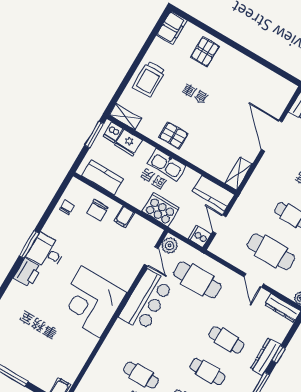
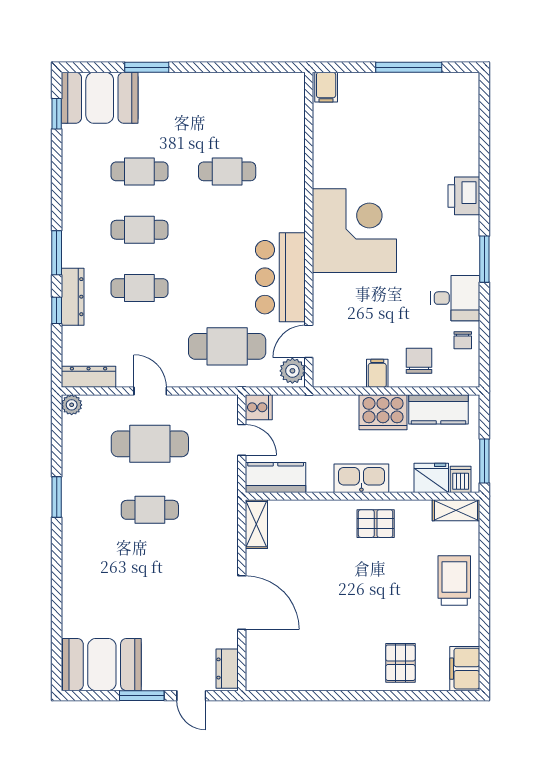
cooker: (161, 210) -> (383, 412), moved
desk: (46, 252) -> (455, 298), moved
door: (151, 256) -> (309, 341), hinge flipped
printer: (27, 273) -> (464, 196), moved

